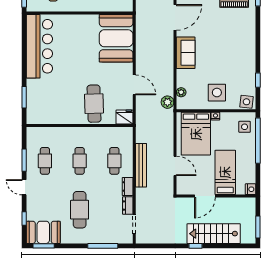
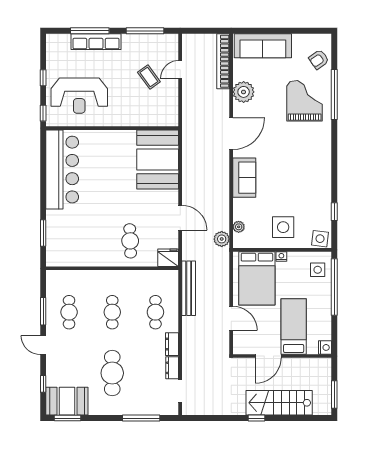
cafe table: (94, 104) -> (130, 241), width x0.73, depth x0.74
bench: (141, 165) -> (189, 288), moved

